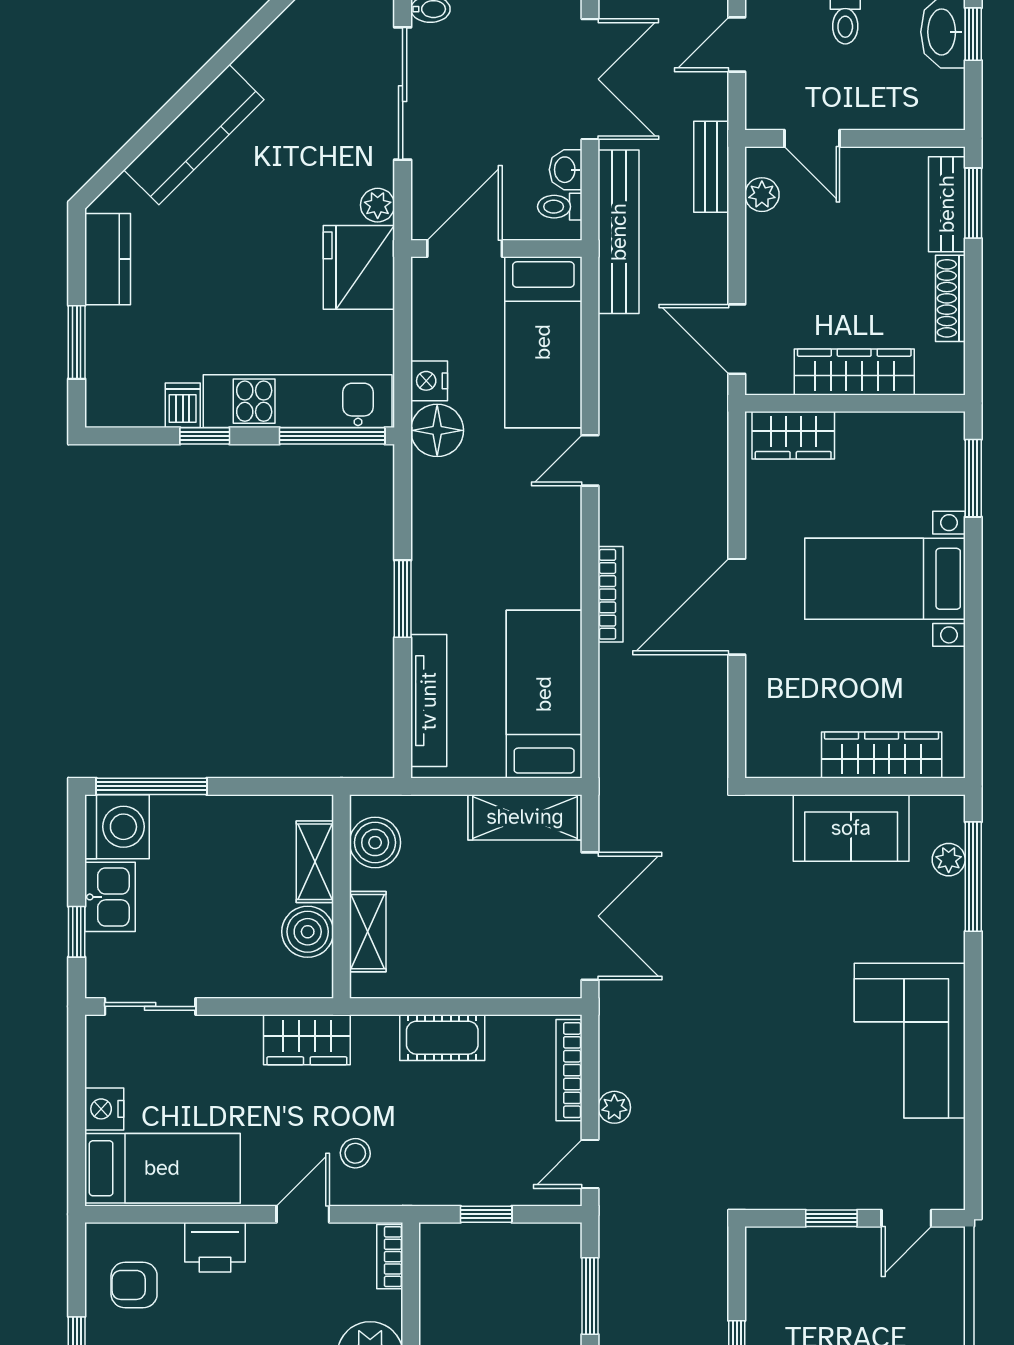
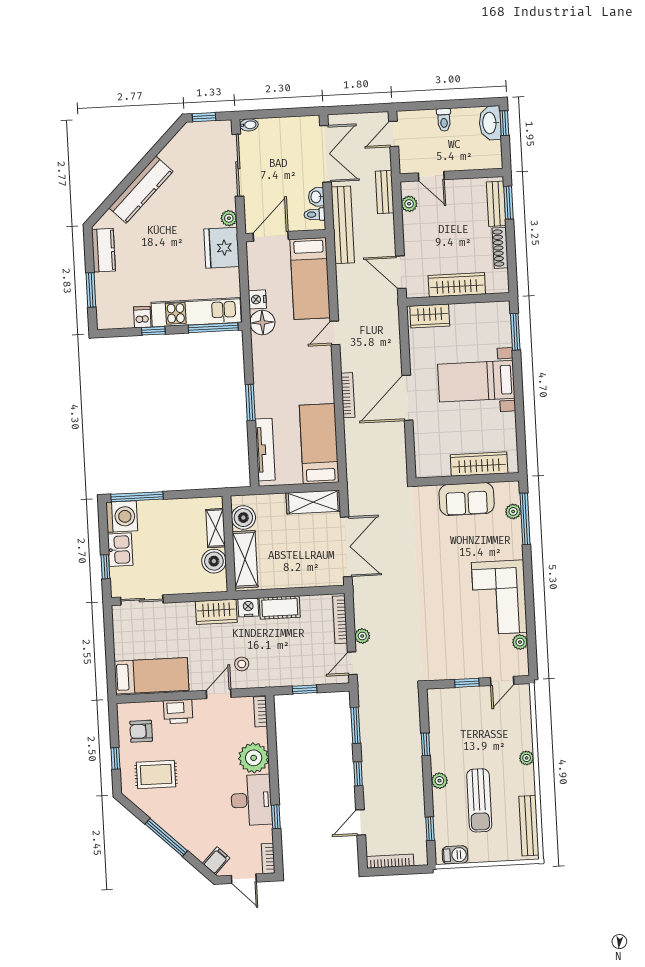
shelving: (368, 932) -> (245, 559), width x1.50, depth x1.33
nightstand: (104, 1109) -> (248, 607), moved, turned 90
plant: (949, 1138) -> (520, 642), added

